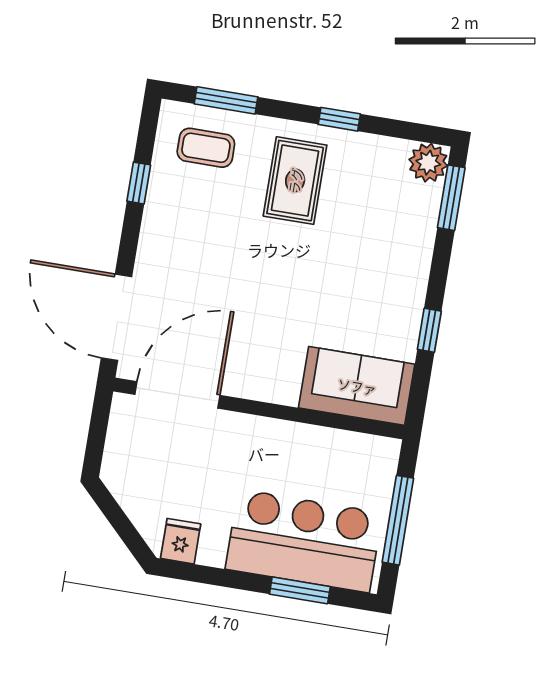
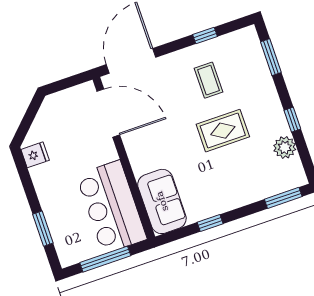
coffee table: (206, 148) -> (208, 80), moved
plant: (428, 163) -> (285, 147), moved
rug: (295, 181) -> (223, 131), moved
bar counter: (304, 541) -> (112, 207), moved, turned 180

